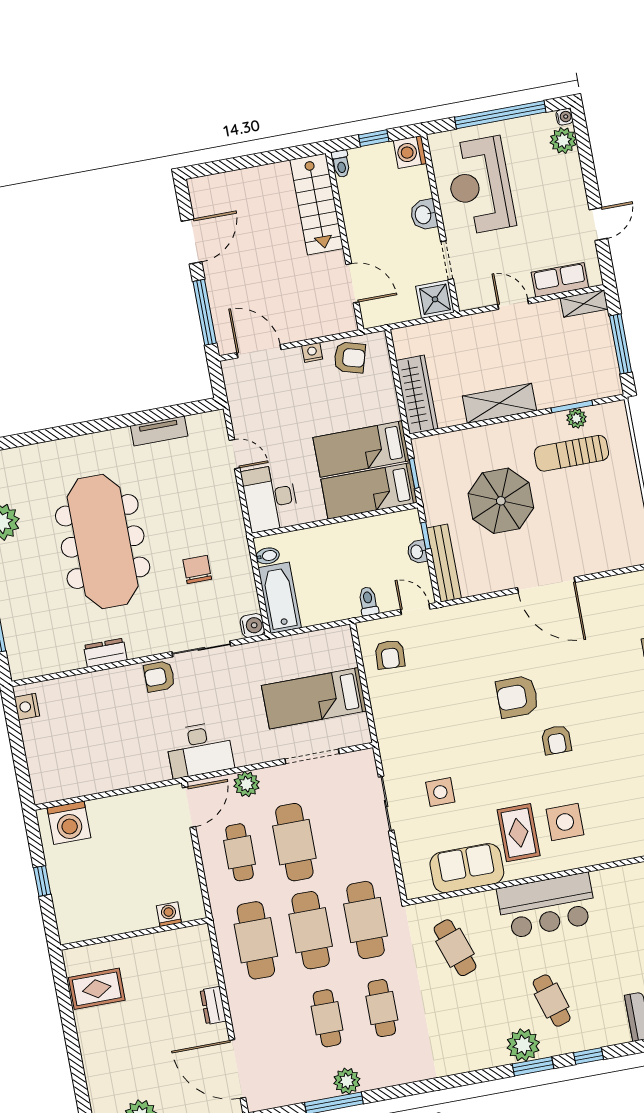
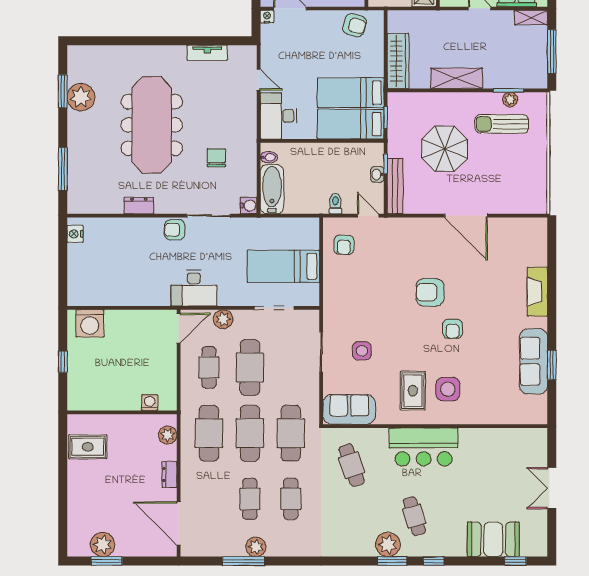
nightstand: (312, 352) -> (267, 17), moved
sofa: (467, 868) -> (349, 409), moved
plant: (201, 953) -> (168, 435), added

